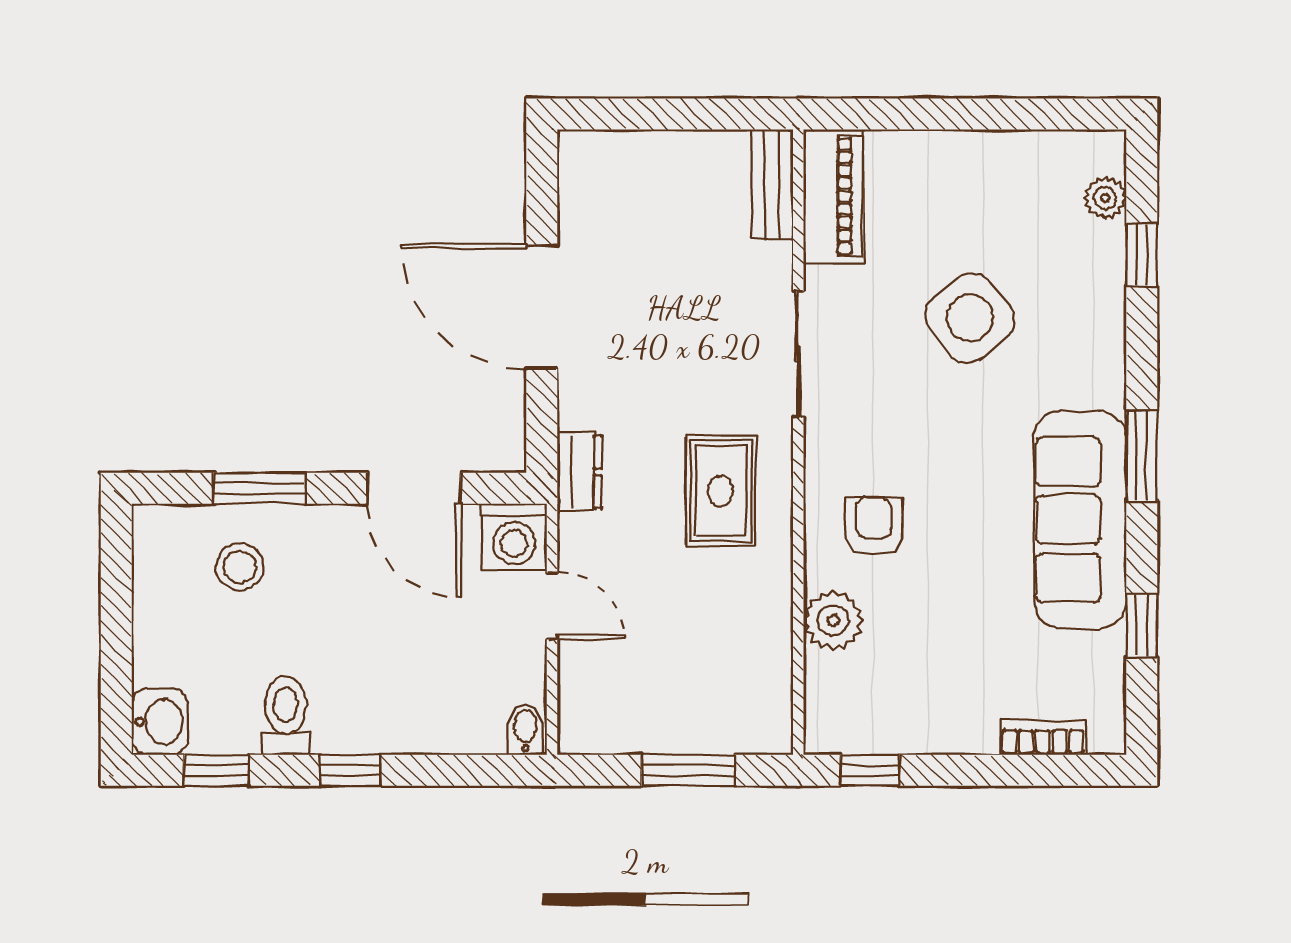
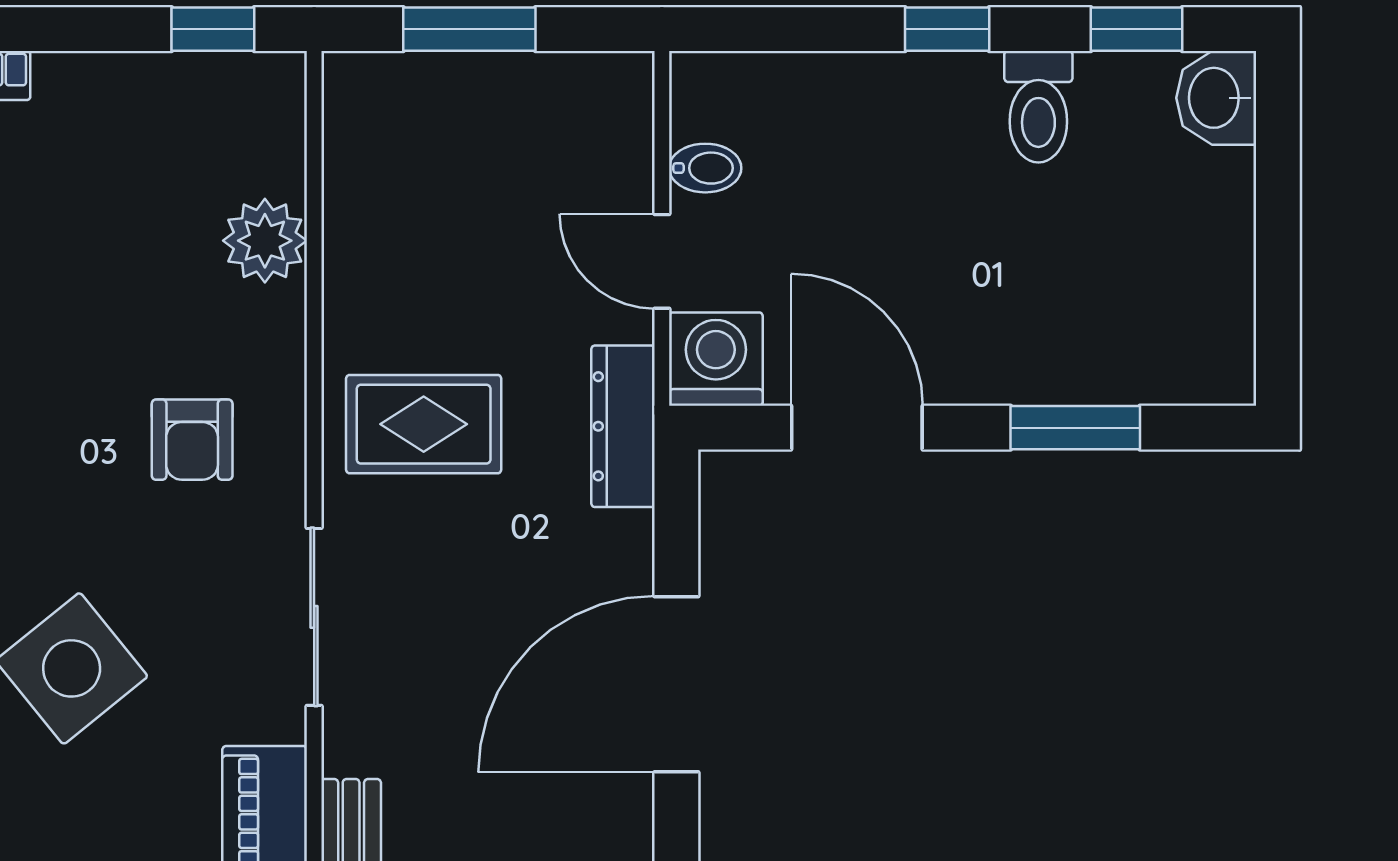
door: (542, 307) -> (676, 684), swing flipped
dresser: (580, 472) -> (623, 426), width x1.44
rug: (721, 491) -> (424, 424), turned 90
armchair: (874, 526) -> (192, 440), moved
stool: (240, 567) -> (1103, 317), removed
bidet: (525, 729) -> (705, 168), moved, turned -90

